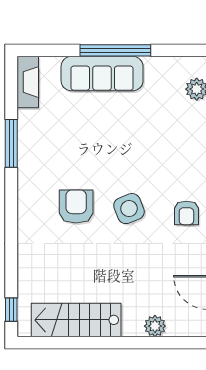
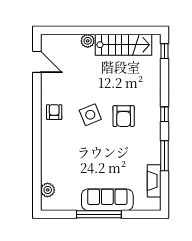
fireplace: (28, 82) -> (154, 181), moved
window: (11, 210) -> (164, 114), added
plant: (155, 326) -> (88, 41), moved

